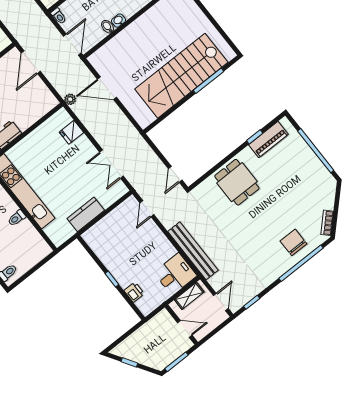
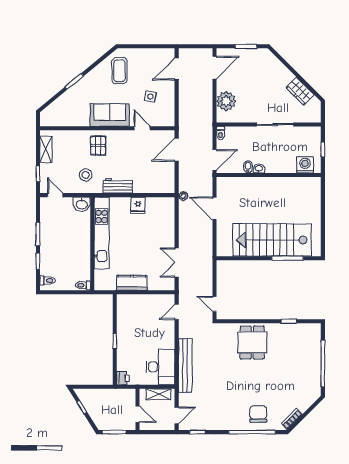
fridge: (71, 132) -> (138, 205), moved, turned -90
piano: (268, 140) -> (297, 330), removed
door: (175, 174) -> (214, 304), hinge flipped
toilet: (17, 218) -> (83, 285), moved
desk: (175, 274) -> (161, 367), width x1.37
printer: (134, 292) -> (123, 378), moved

